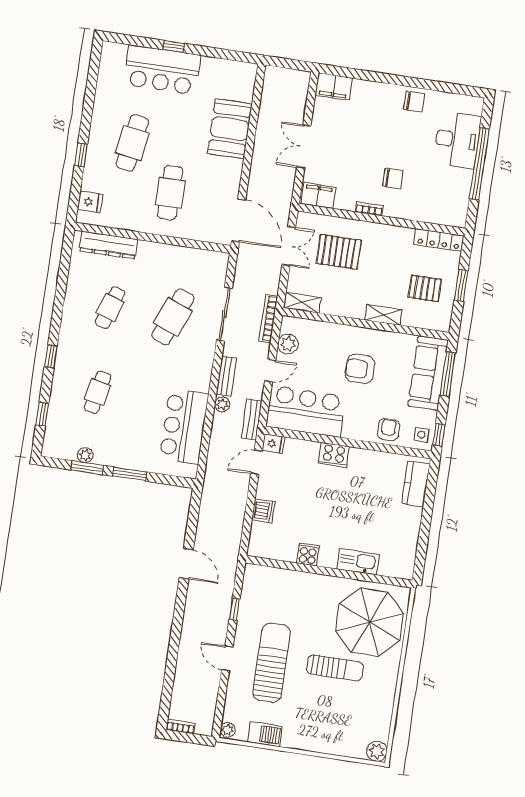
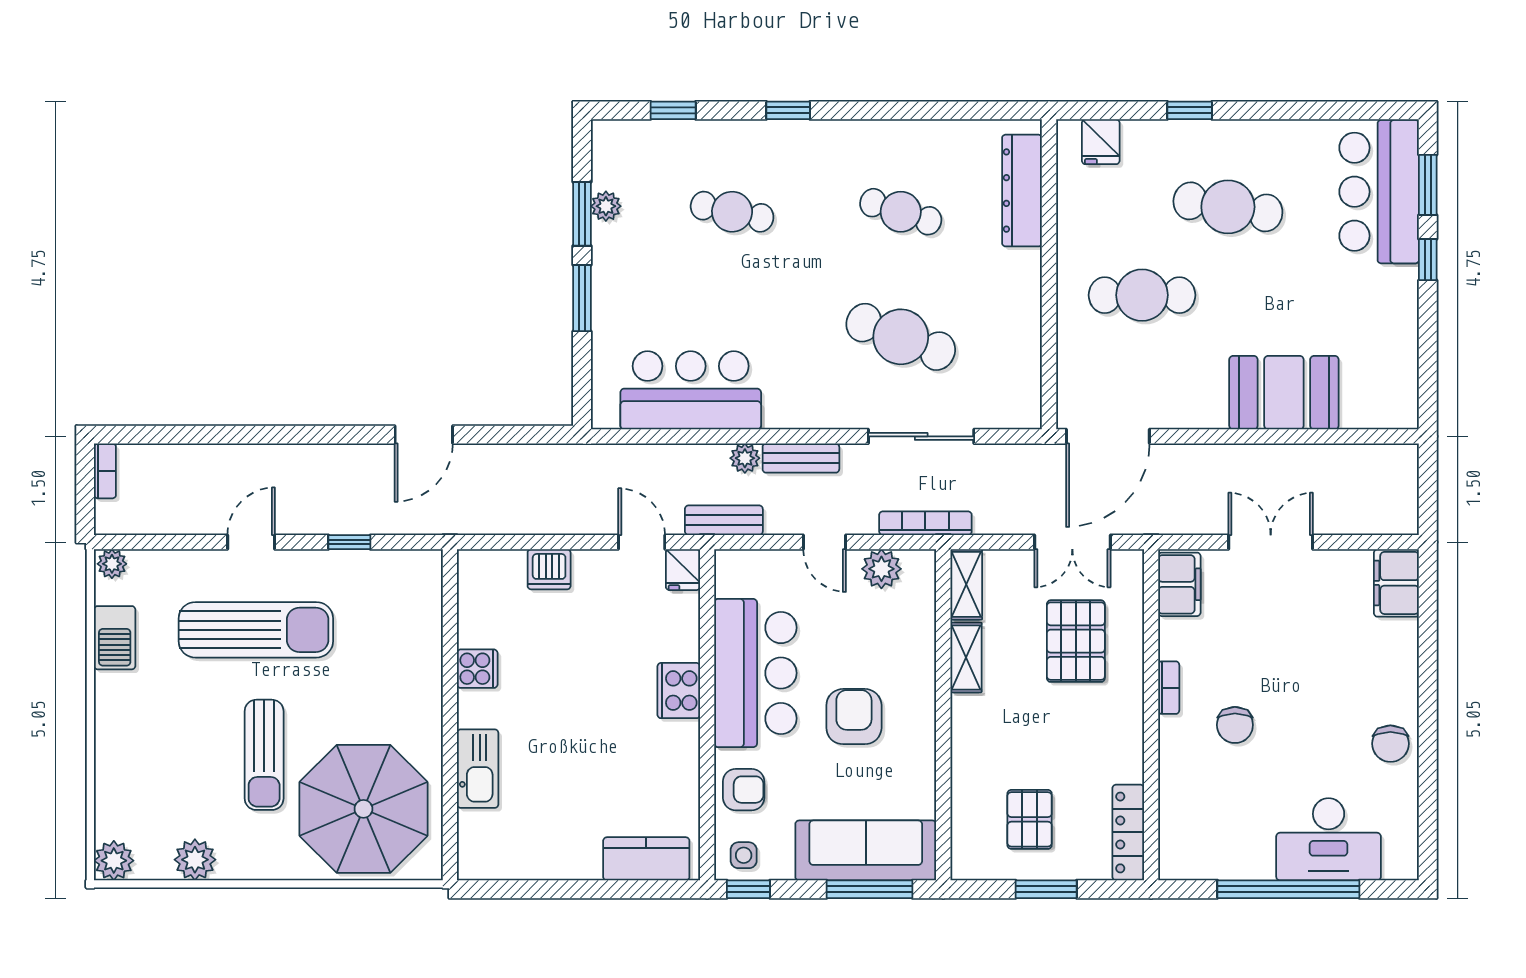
window: (136, 41) -> (1428, 185), added
bar counter: (162, 70) -> (1379, 192), moved
shelving: (383, 315) -> (966, 657), moved
bar counter: (306, 411) -> (755, 673), moved
plant: (382, 710) -> (195, 860), added

